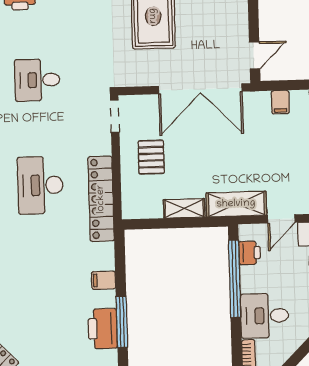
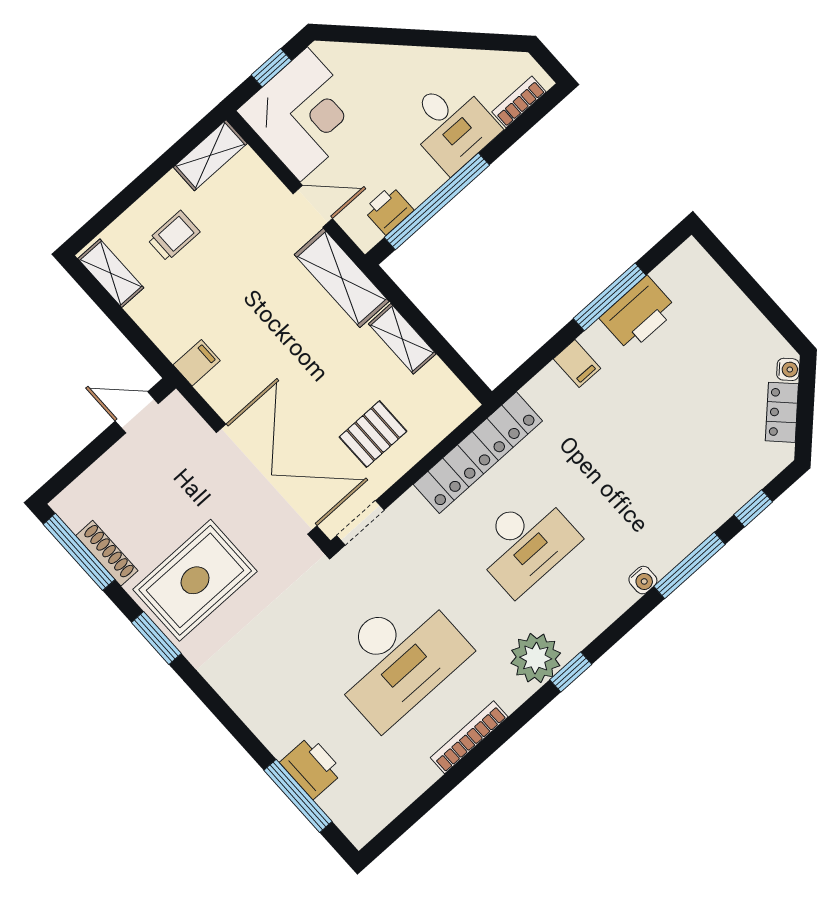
desk: (37, 80) -> (397, 658), width x1.87, depth x1.30
double door: (200, 89) -> (267, 479), moved
filing cabinet: (280, 102) -> (197, 363), moved

